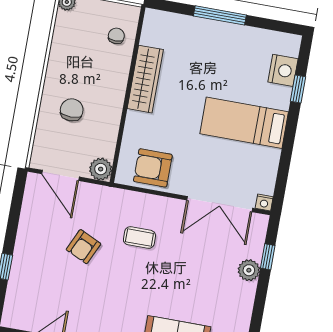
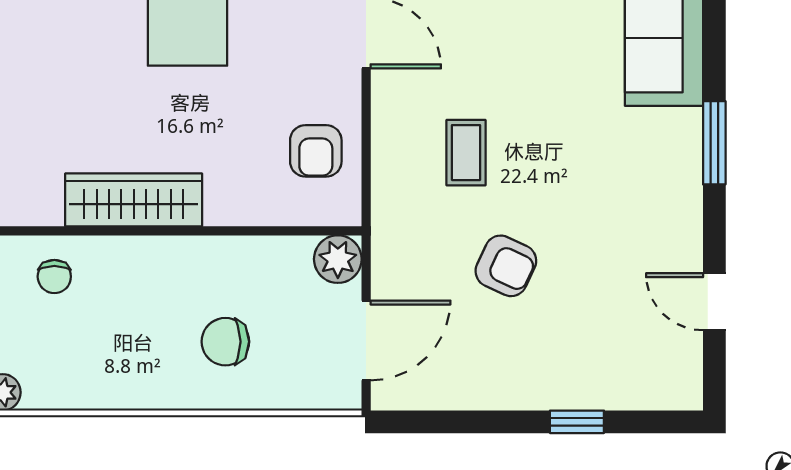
chair: (116, 36) -> (54, 277), turned -90
armchair: (153, 168) -> (316, 151), width x0.72, depth x0.72

